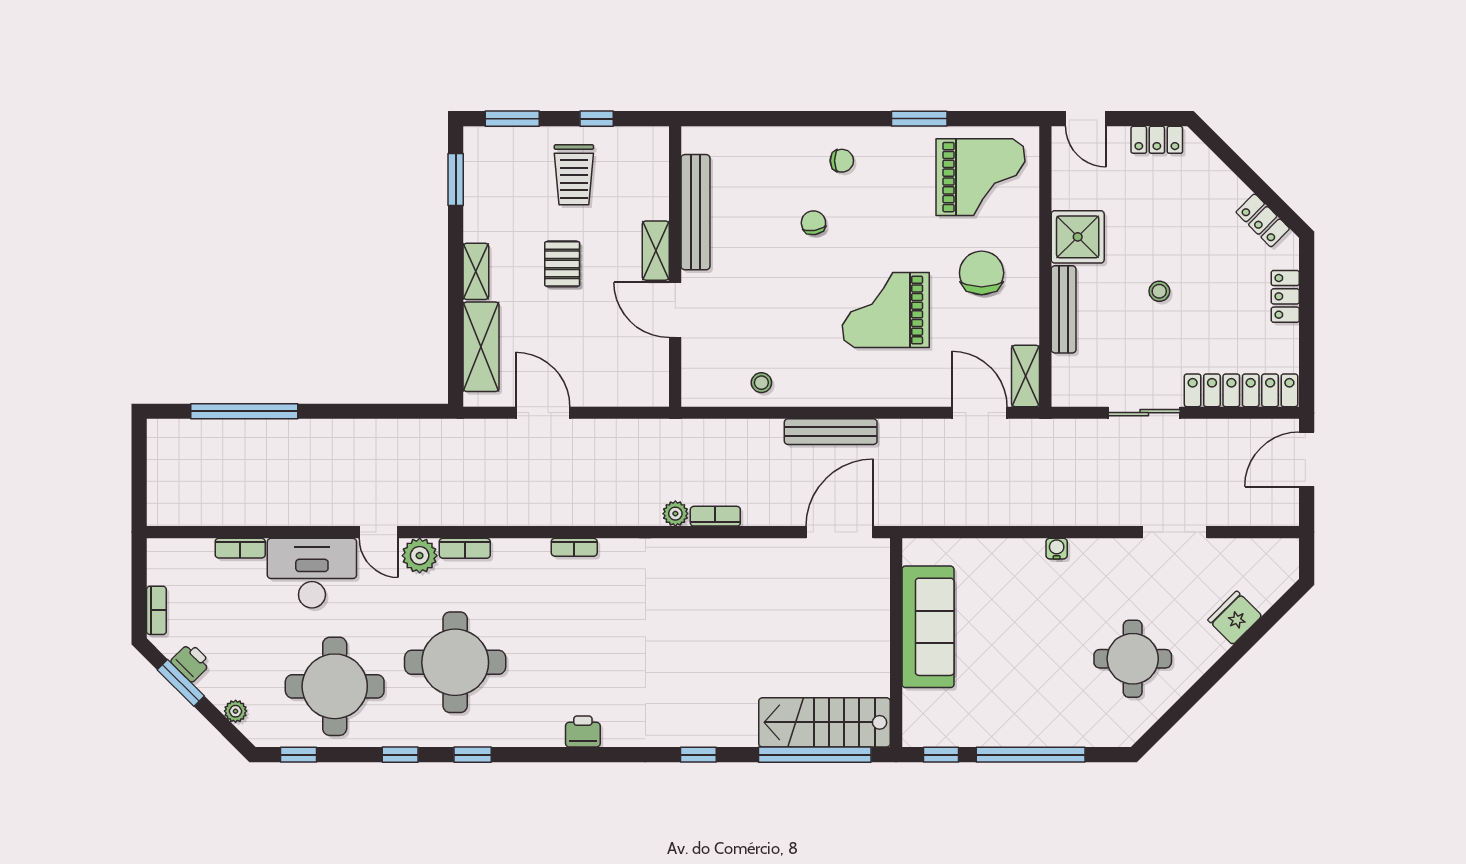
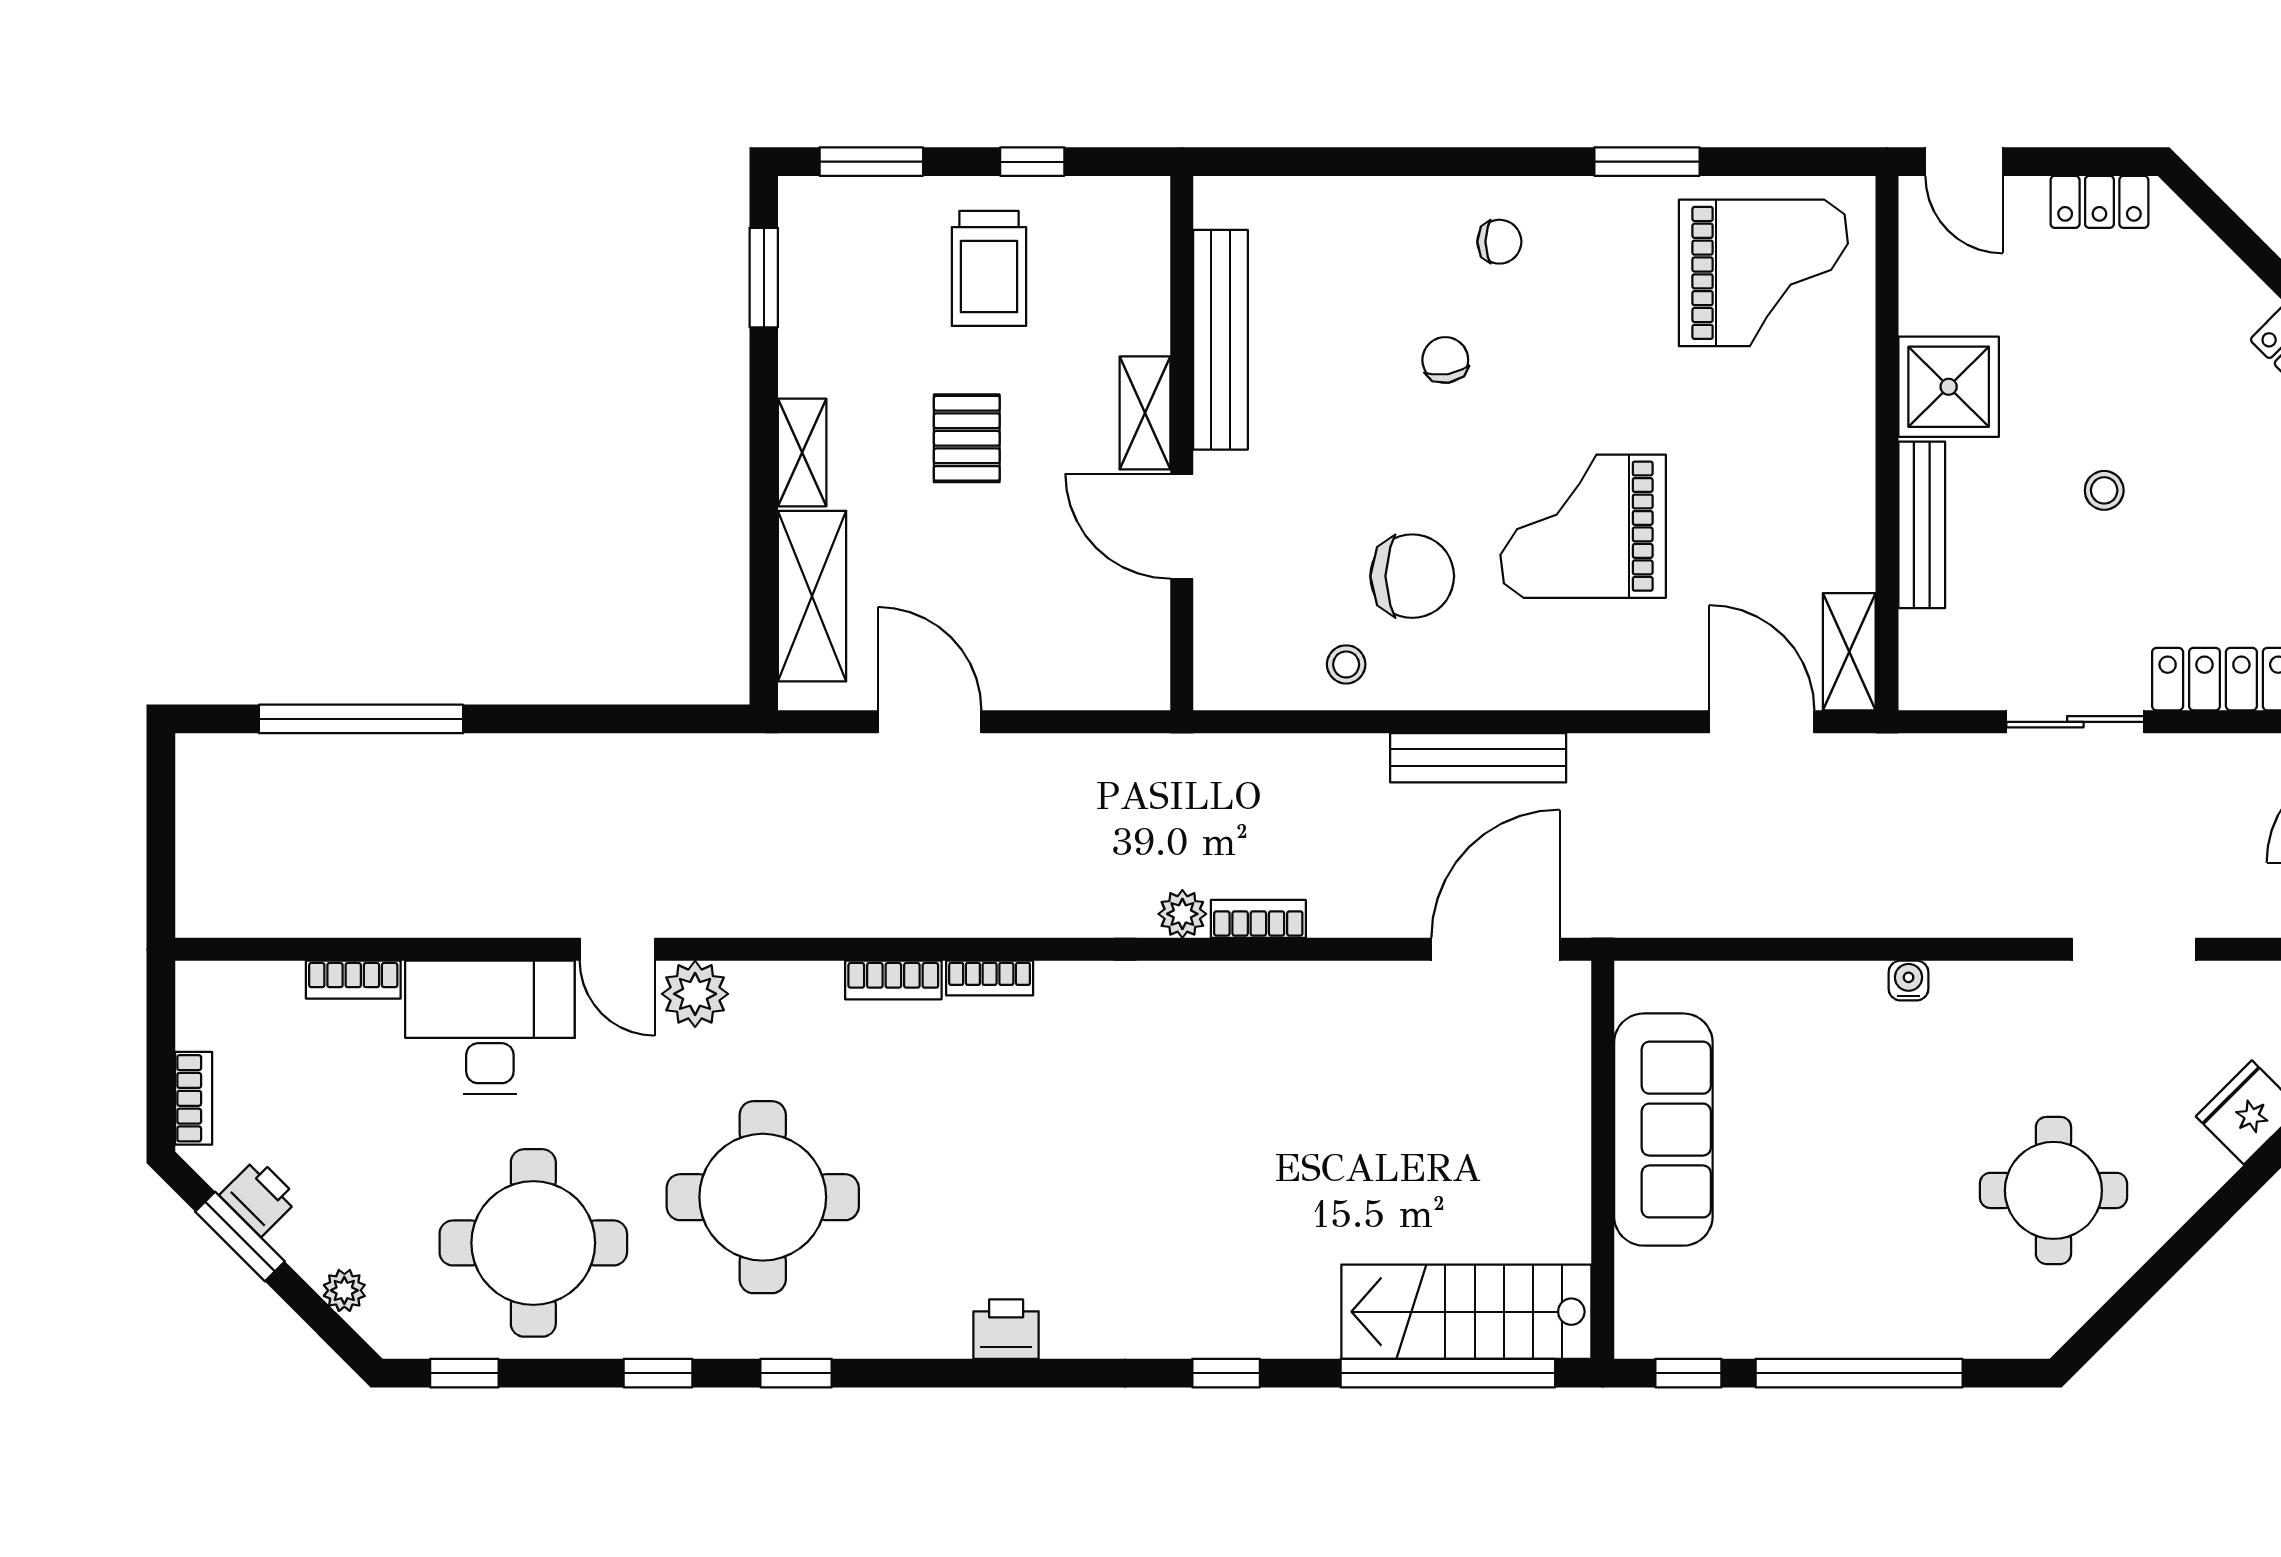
chair: (982, 273) -> (1412, 576), moved, turned 90
bookcase: (465, 548) -> (893, 980), moved

